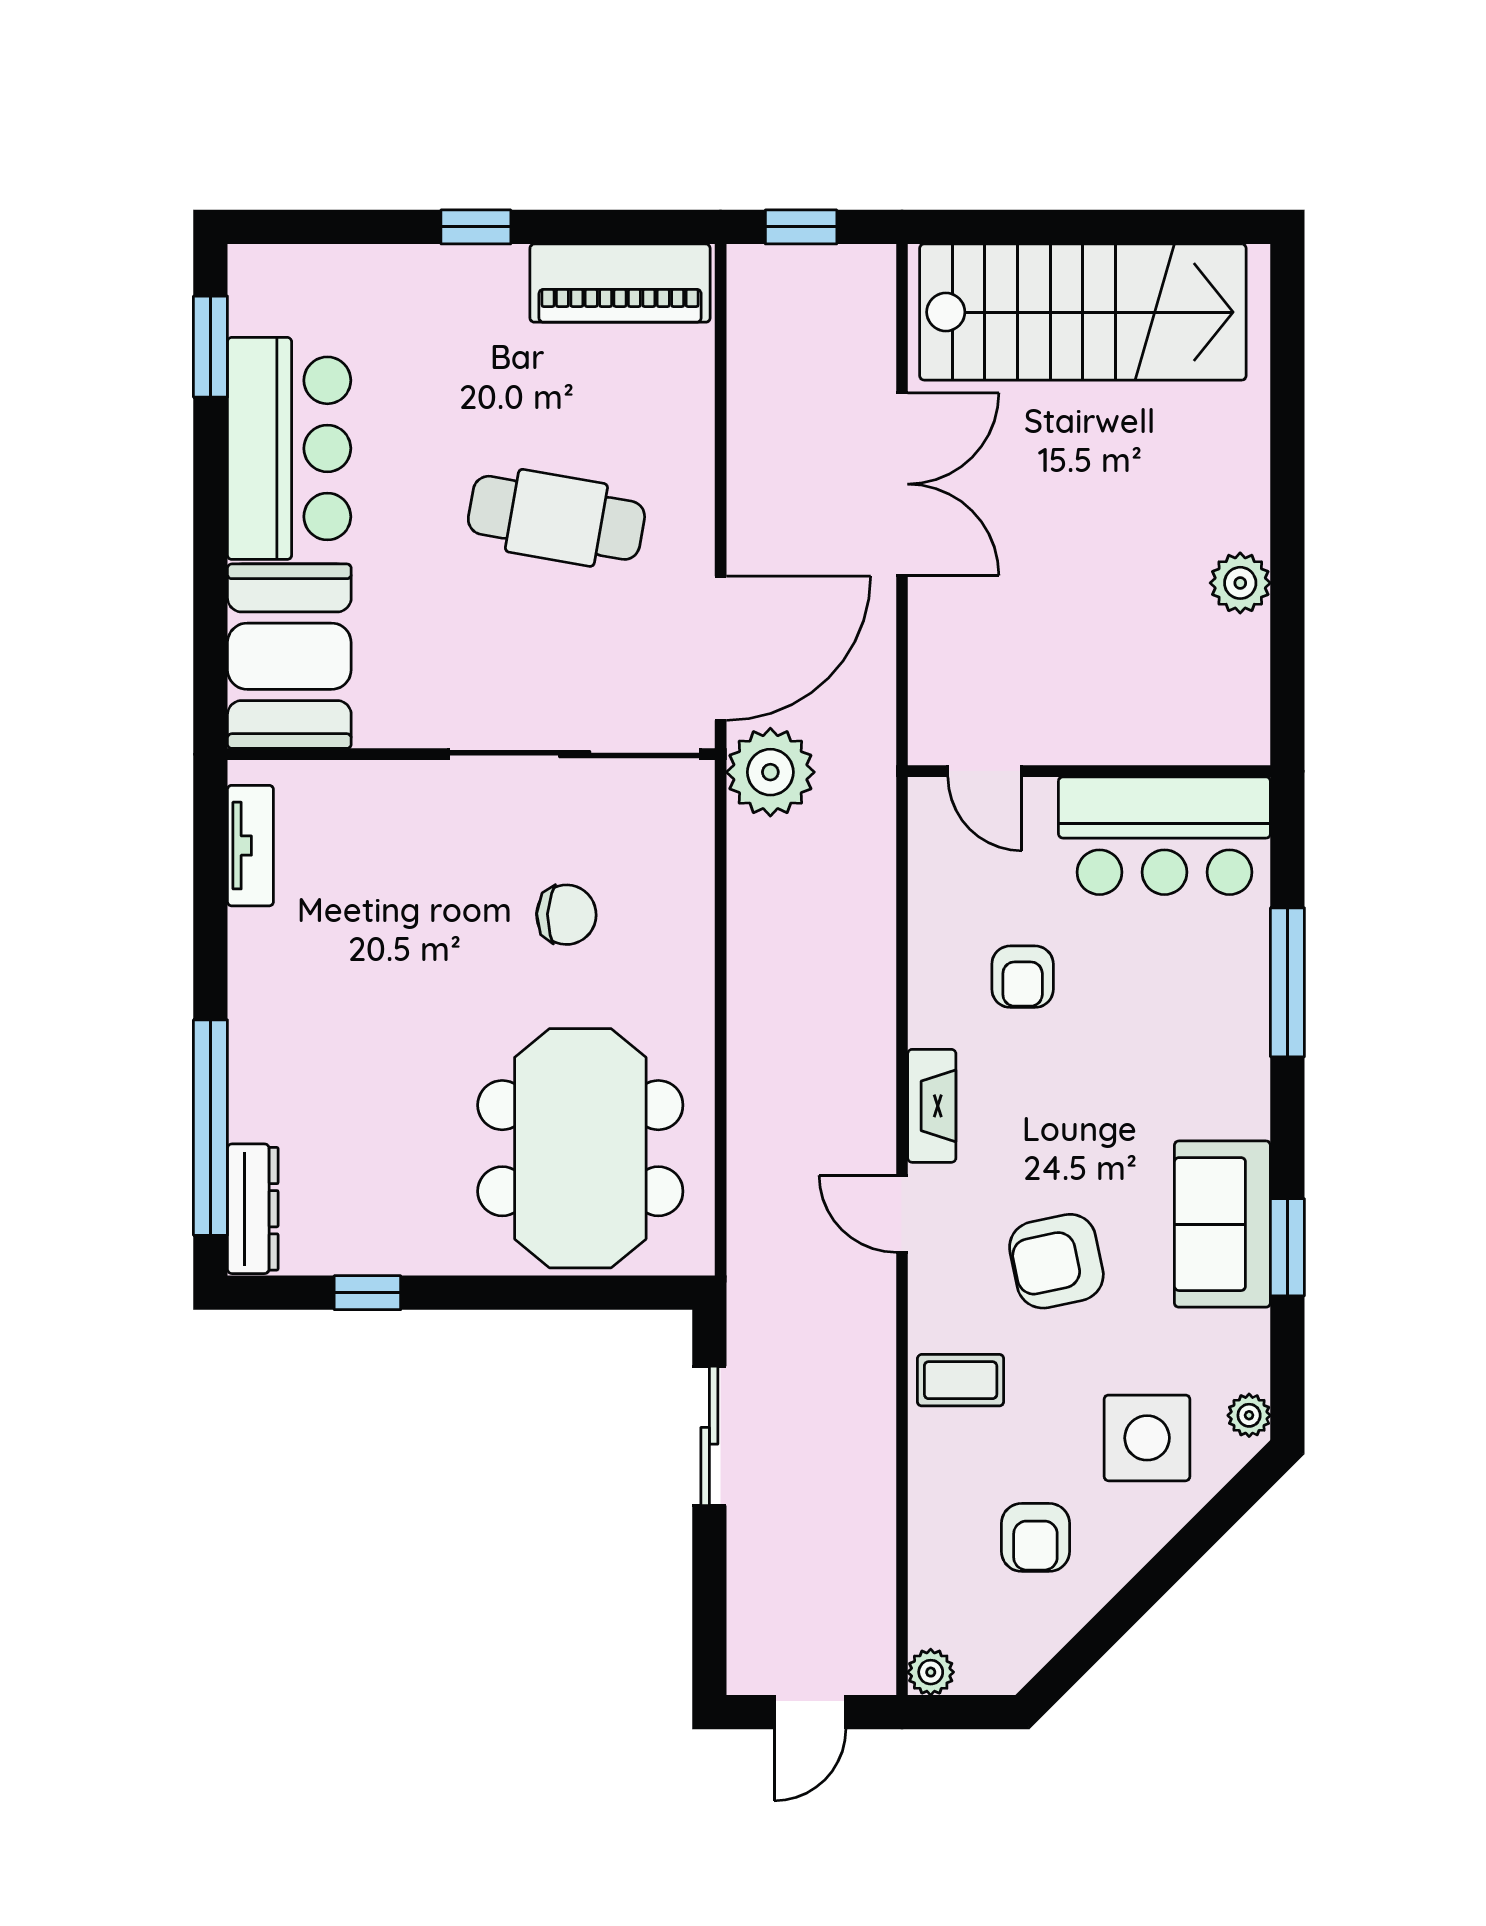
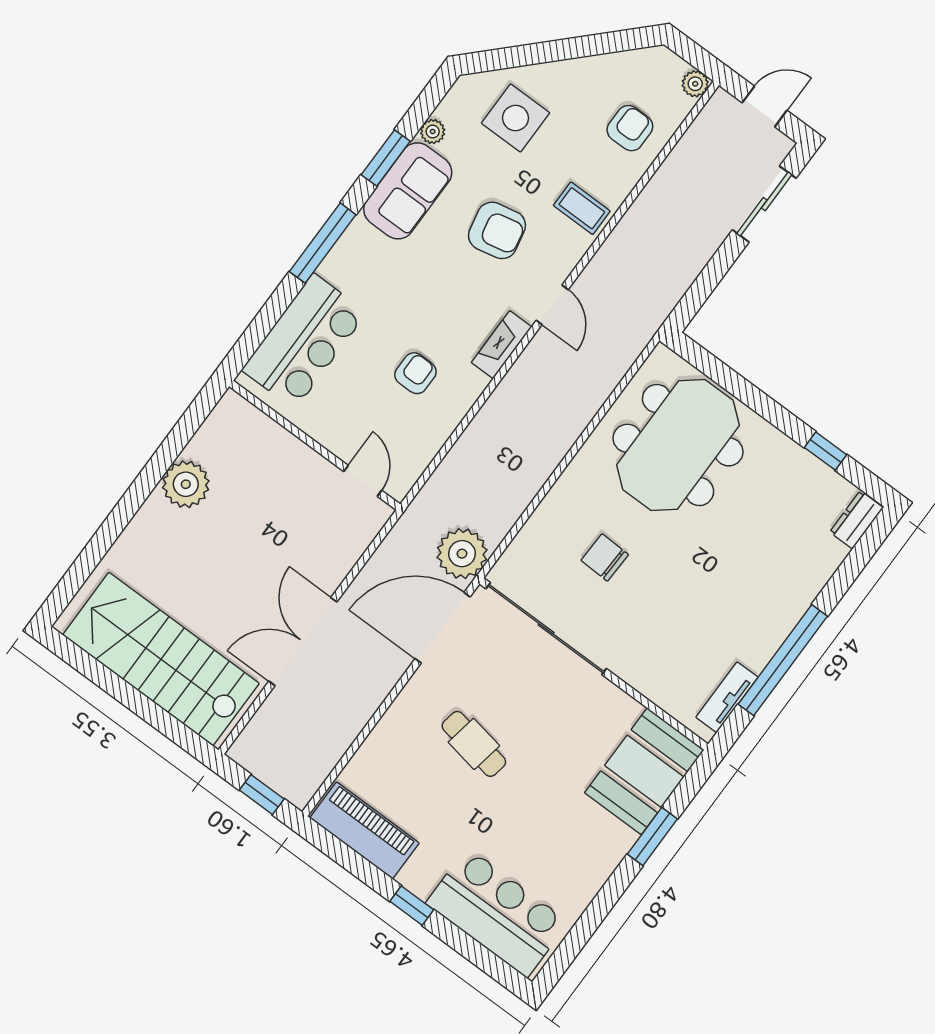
window: (210, 347) -> (652, 836), moved
bar counter: (289, 448) -> (497, 913), moved, turned 90
cafe table: (556, 518) -> (474, 744), width x0.73, depth x0.74
plant: (1240, 583) -> (186, 484), width x1.36, depth x1.36
bar counter: (1164, 836) -> (304, 341), moved, turned 90
window: (1287, 982) -> (323, 243), moved
window: (210, 1128) -> (783, 660), moved
dresser: (253, 1209) -> (856, 520), width x0.70
plant: (1249, 1415) -> (433, 132), moved
sliding door: (709, 1436) -> (764, 204), moved
armchair: (1035, 1537) -> (630, 128), moved

